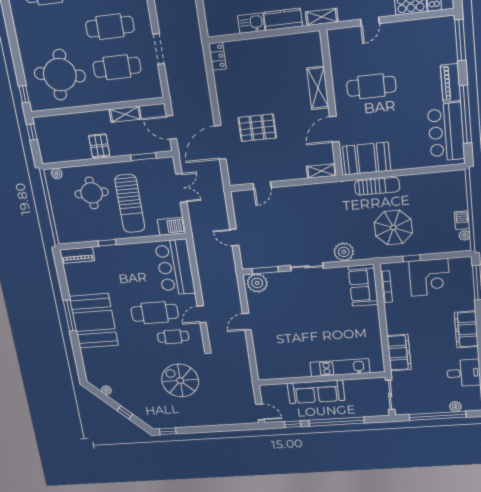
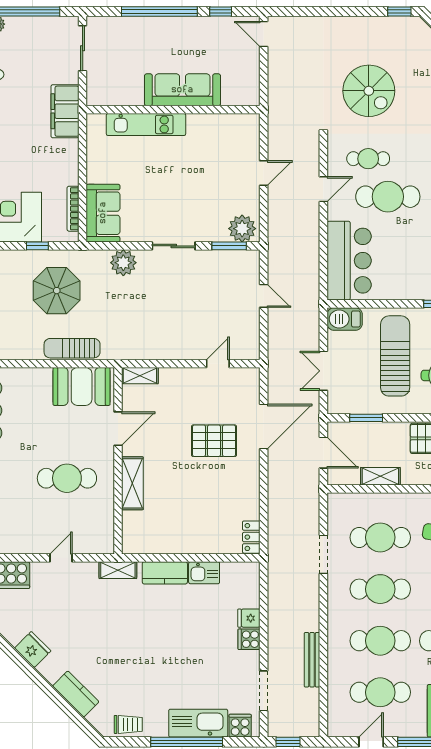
kitchen unit: (340, 368) -> (146, 124), moved
wall: (321, 379) -> (173, 110), moved
sofa: (316, 392) -> (182, 90), moved

